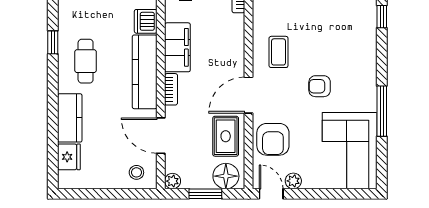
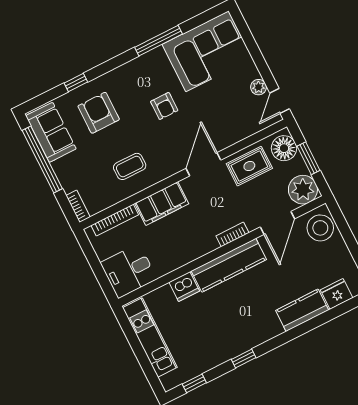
filing cabinet: (177, 47) -> (162, 204), moved, turned 180
coffee table: (279, 52) -> (130, 166), moved
cafe table: (86, 61) -> (246, 322), removed
door: (248, 95) -> (203, 164), swing flipped
armchair: (273, 139) -> (99, 113), moved, turned -90
stool: (136, 172) -> (320, 228), width x1.89, depth x1.89
plant: (173, 181) -> (303, 190), width x1.87, depth x1.87

